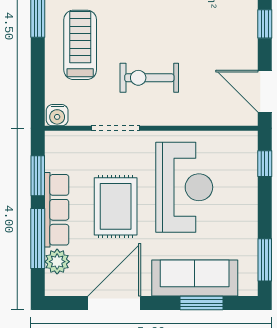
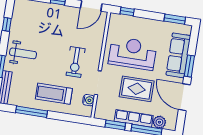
water cooler: (57, 115) -> (89, 100), moved
window: (202, 303) -> (189, 66), moved

